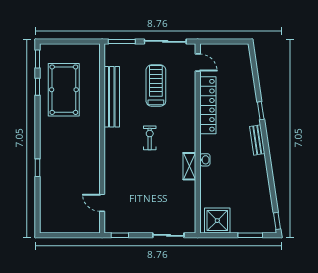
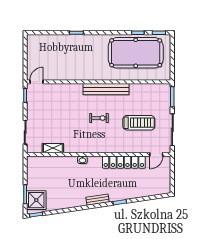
pool table: (64, 90) -> (136, 53), width x1.36, depth x1.32
bench: (112, 97) -> (106, 89), moved
shelving: (189, 166) -> (53, 148), moved
door: (102, 203) -> (36, 82), moved
shower: (217, 221) -> (36, 200), moved

